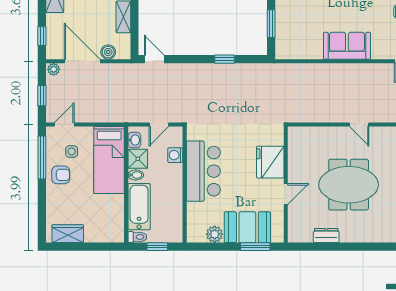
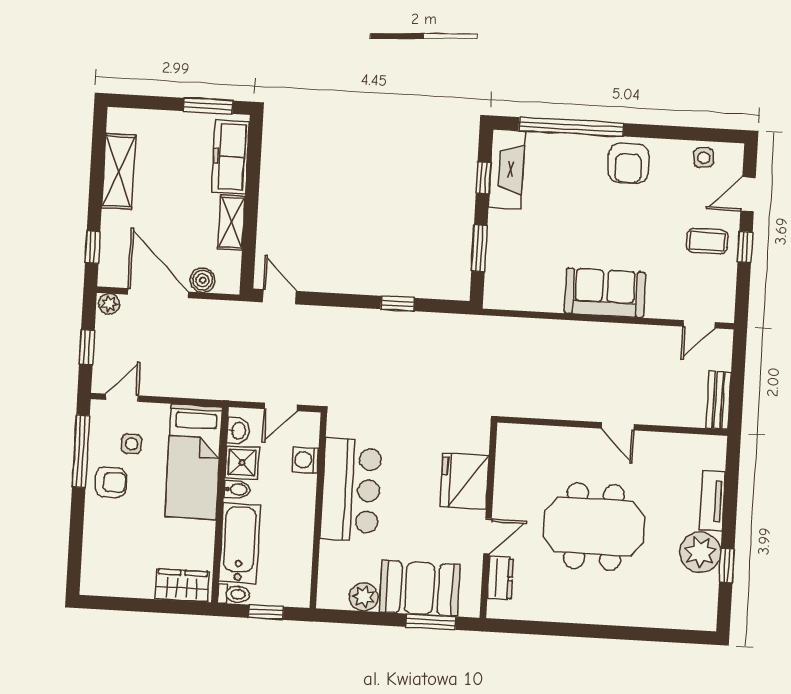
wardrobe: (68, 234) -> (182, 585), moved
dresser: (326, 236) -> (500, 578), moved, turned 90

